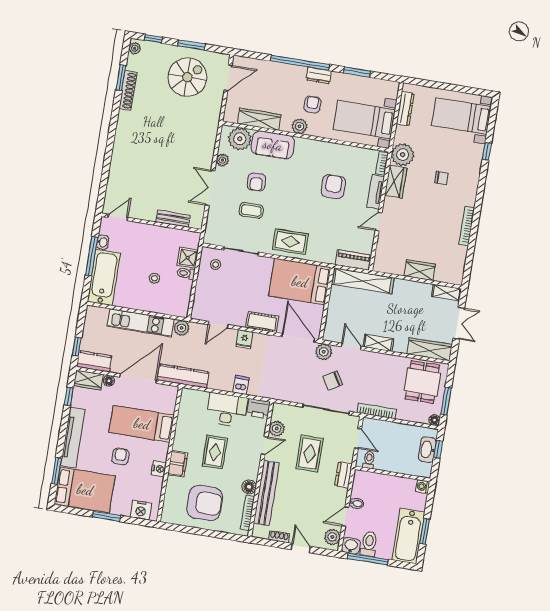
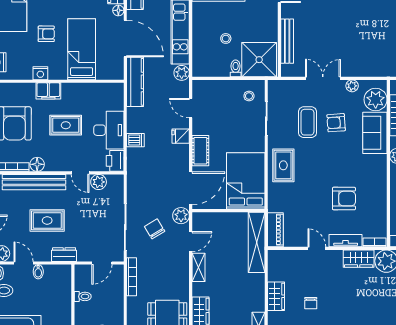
chair: (441, 178) -> (311, 303), moved
coffee table: (251, 210) -> (308, 122), width x1.36, depth x1.30
bench: (173, 219) -> (287, 41), width x1.36
shower: (188, 258) -> (259, 60), width x1.86, depth x1.86
rug: (309, 454) -> (47, 220), moved
toilet: (369, 460) -> (83, 296), moved

